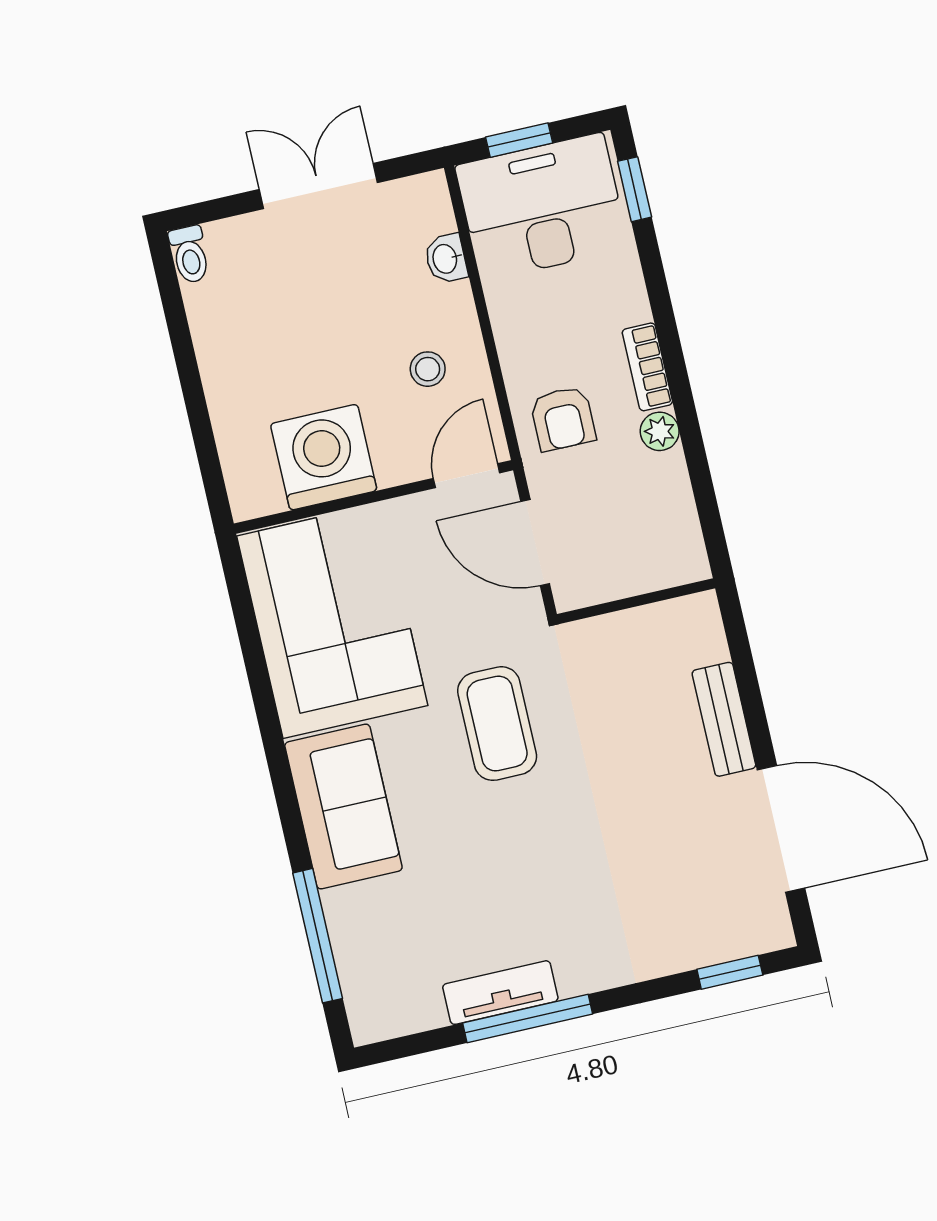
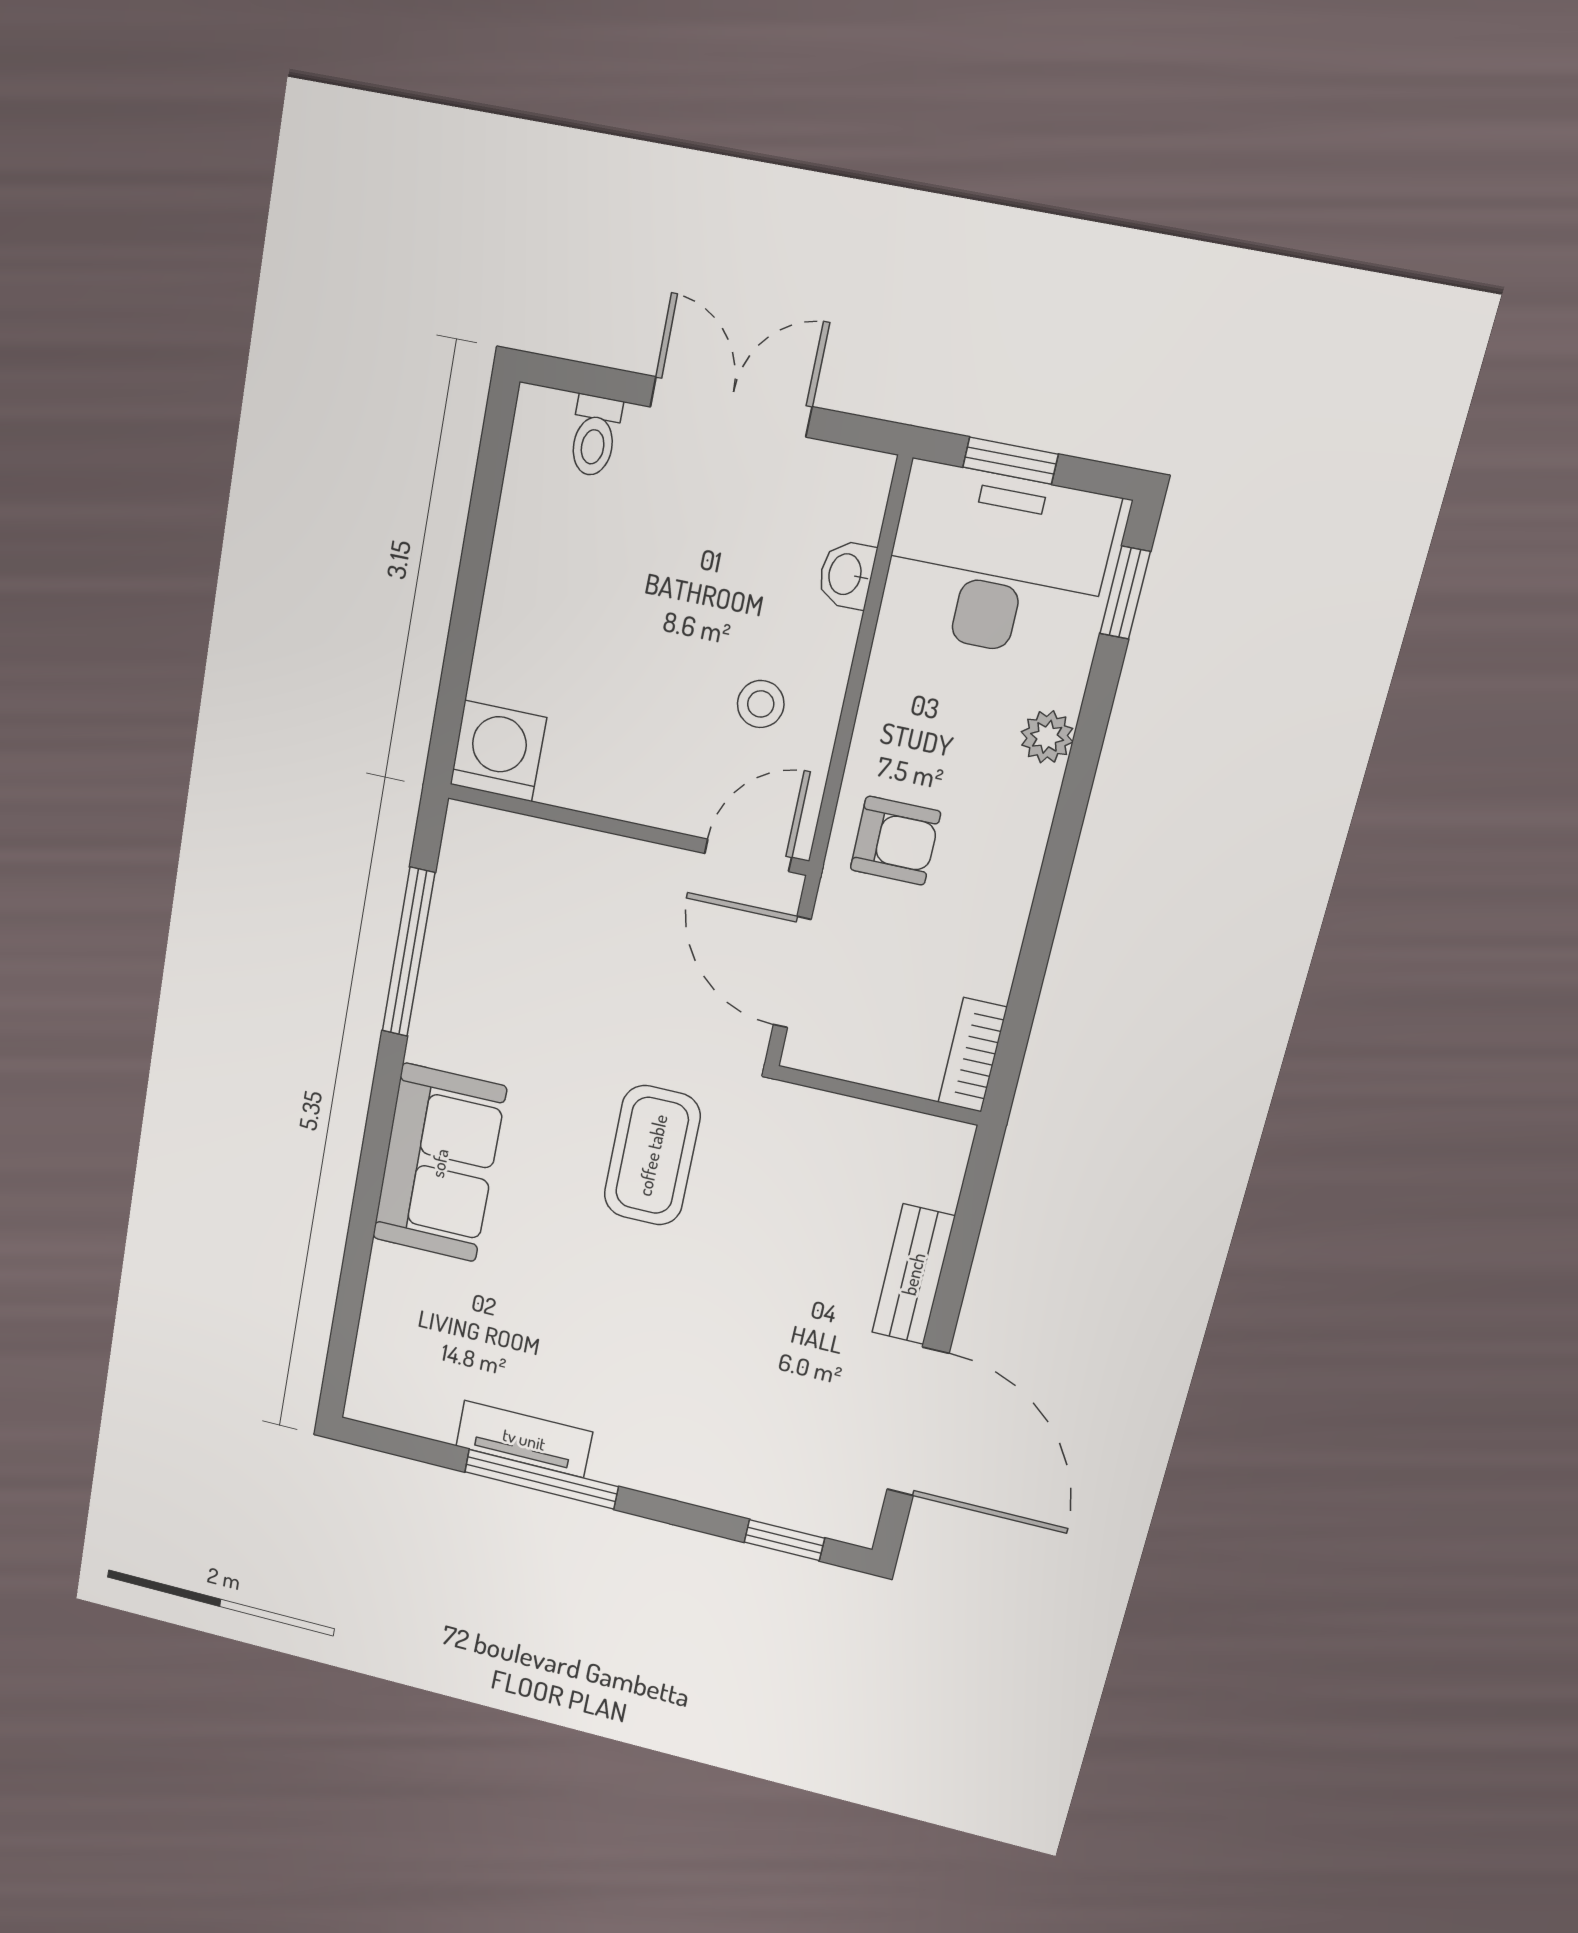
toilet: (190, 254) -> (595, 436), moved
bookcase: (647, 367) -> (973, 1055), moved
armchair: (563, 419) -> (895, 841), turned -90
plant: (660, 431) -> (1047, 737), moved
washing machine: (324, 457) -> (498, 751), moved, width x0.73, depth x0.73
corner sofa: (332, 621) -> (516, 951), removed
window: (318, 936) -> (409, 952), moved

